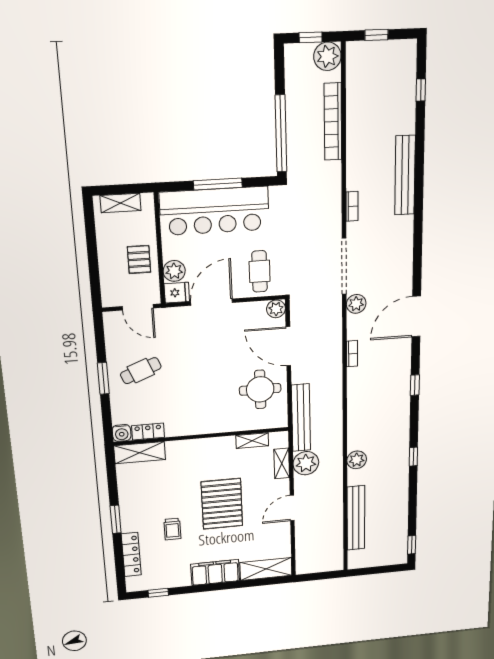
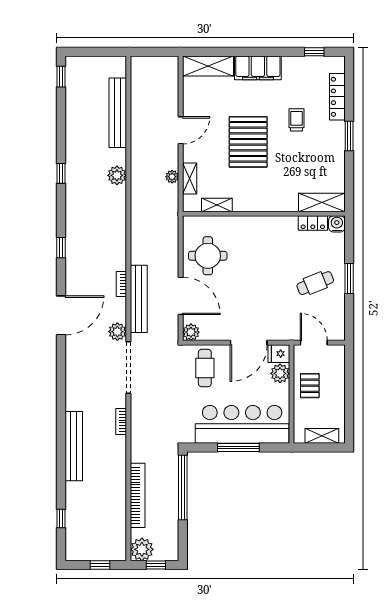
bench: (301, 418) -> (139, 299), moved
plant: (306, 463) -> (172, 177), width x0.53, depth x0.53

